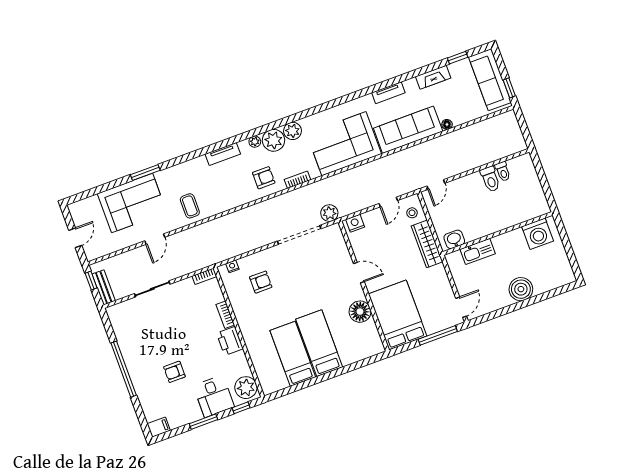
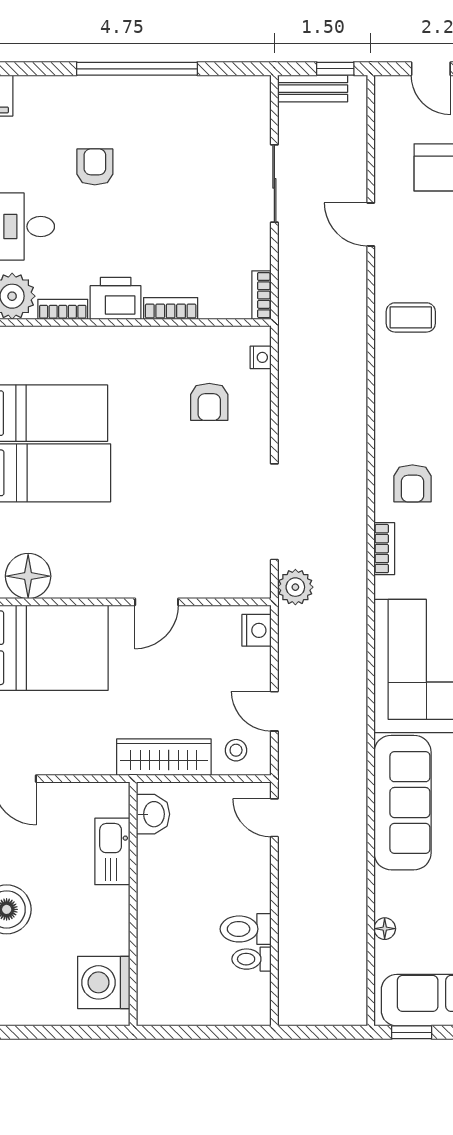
floor lamp: (447, 124) -> (385, 929), moved
floor lamp: (360, 312) -> (28, 576), moved
bookcase: (243, 363) -> (63, 309), added

